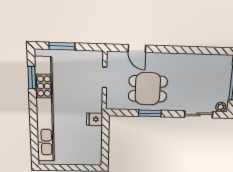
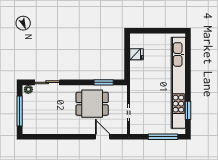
window: (62, 46) -> (163, 137), width x1.44
window: (150, 113) -> (104, 82), moved
fridge: (95, 119) -> (136, 54), moved

